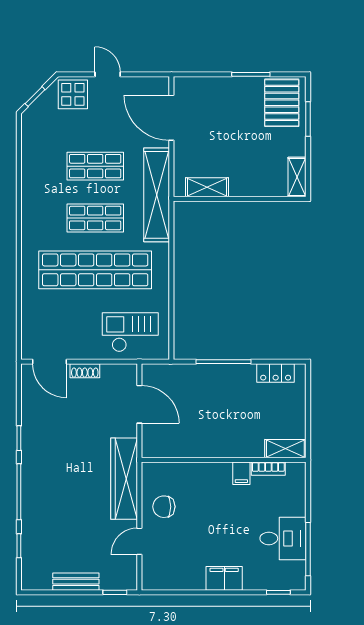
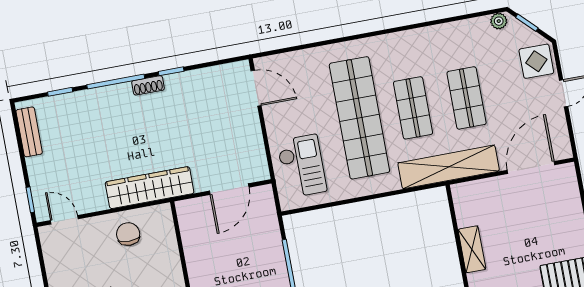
plant: (29, 123) -> (499, 21), added
shelving: (207, 187) -> (472, 249), moved
door: (49, 362) -> (256, 88), swing flipped
shoe rack: (85, 371) -> (148, 85), moved, turned -90
door: (139, 541) -> (64, 220), moved
bench: (76, 582) -> (29, 132), moved

